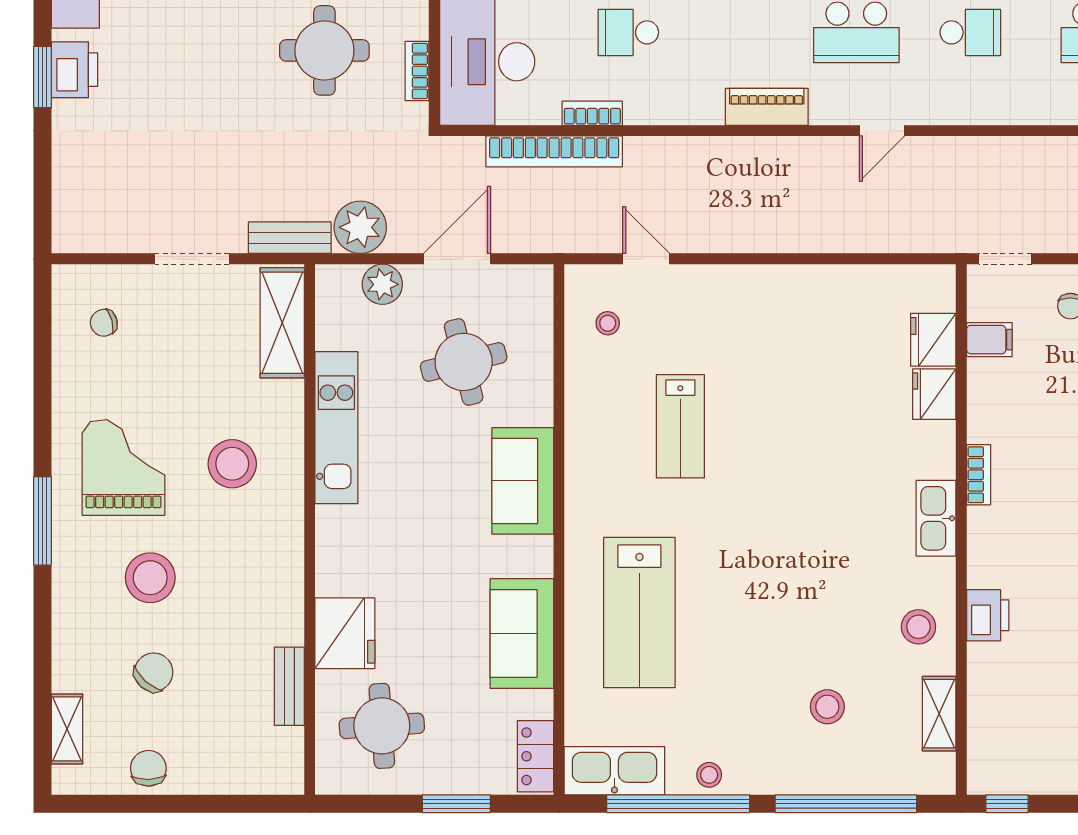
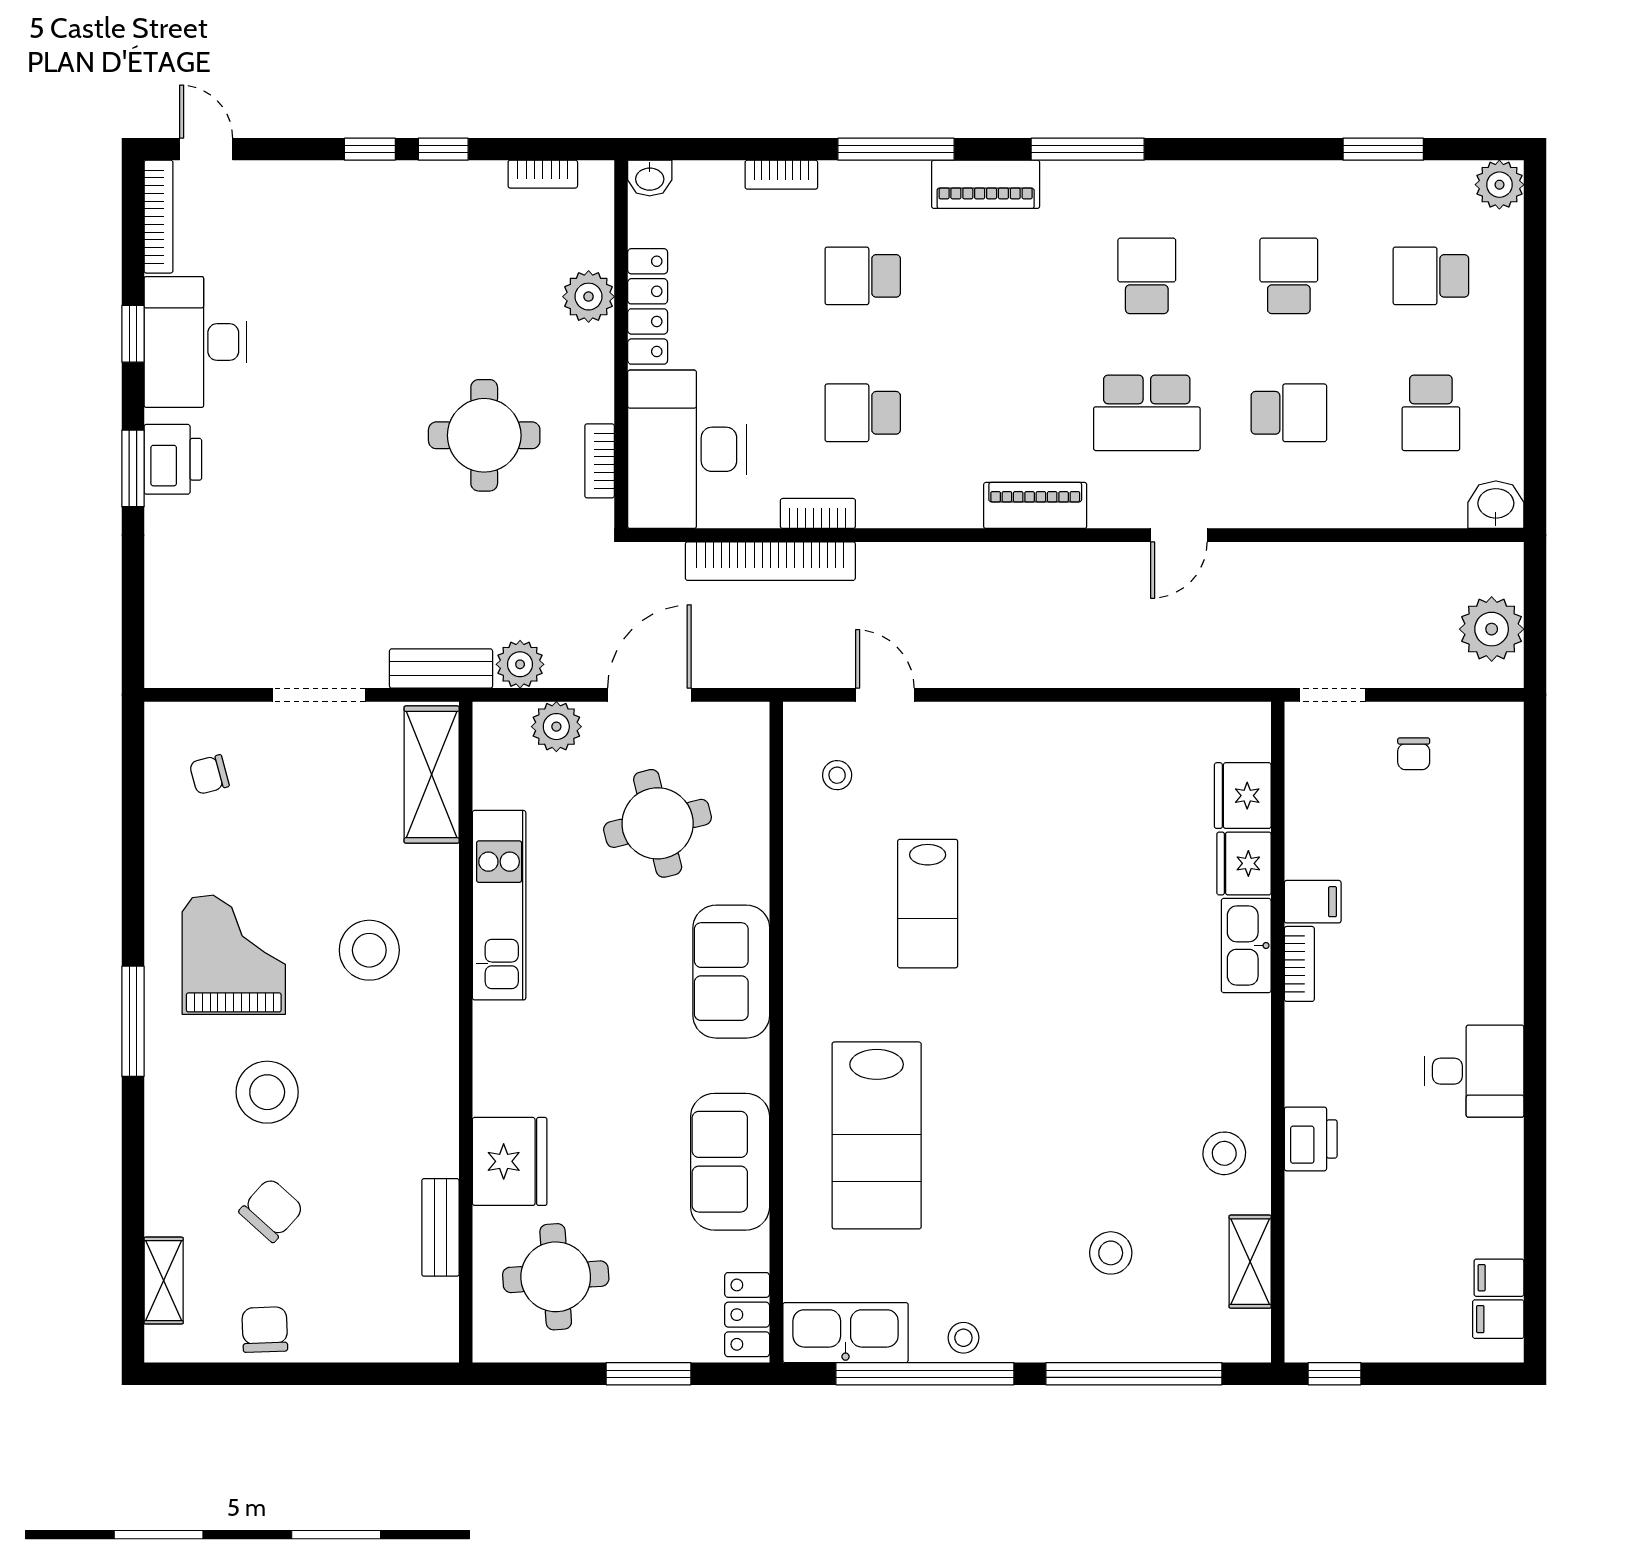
plant: (360, 227) -> (520, 664), width x0.73, depth x0.73
filing cabinet: (989, 340) -> (1313, 902), moved
kitchen sink: (936, 518) -> (1246, 946), moved

